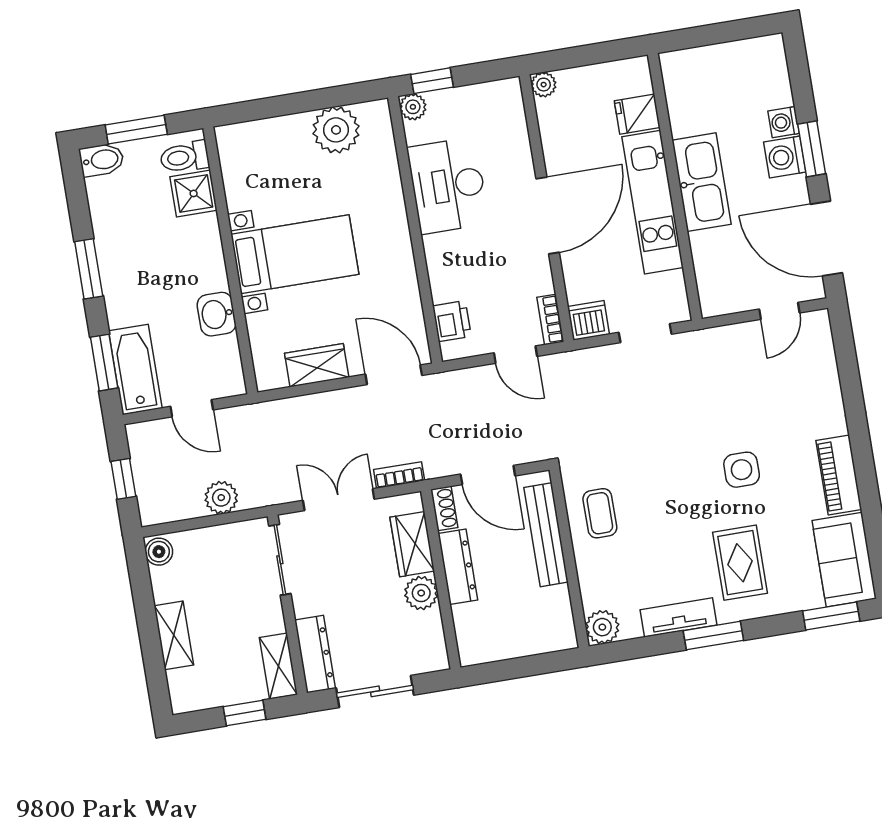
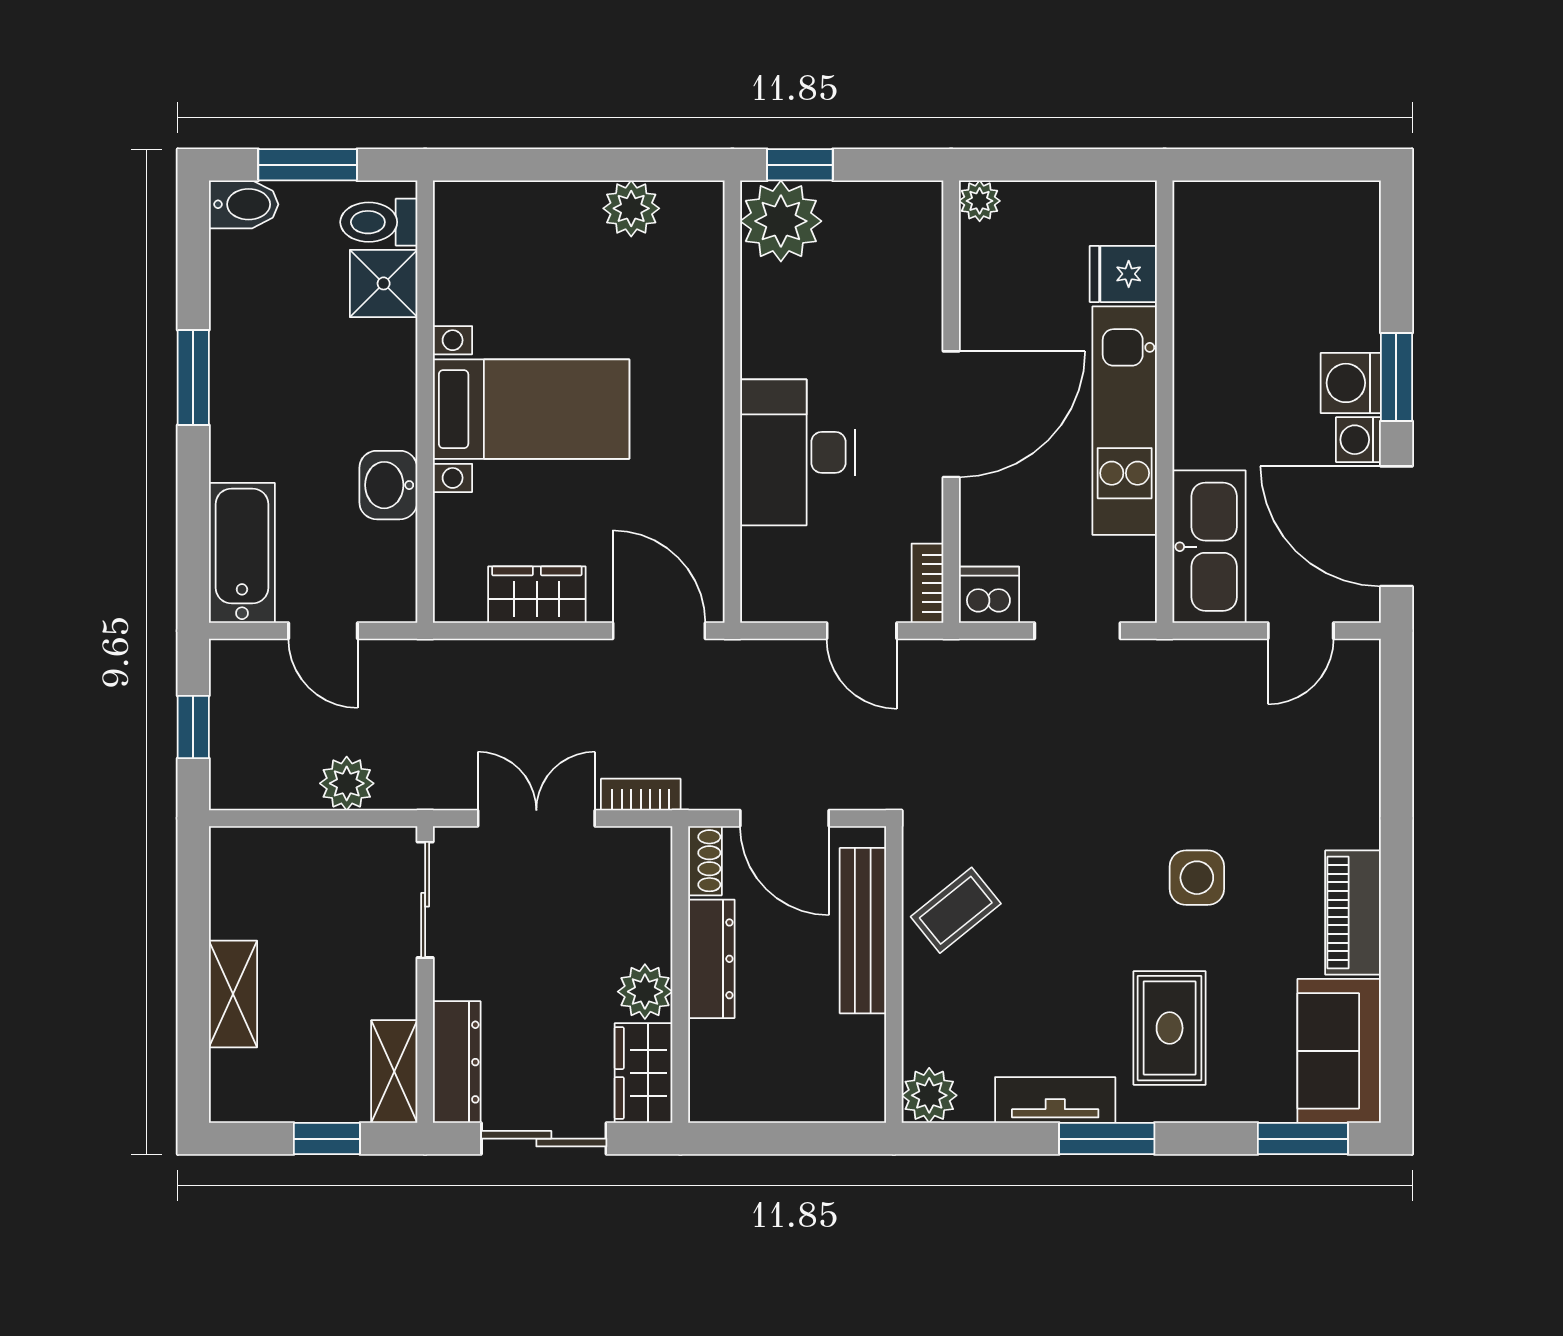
plant: (413, 107) -> (781, 221), width x1.87, depth x1.87
washing machine: (784, 122) -> (1358, 440), moved
plant: (336, 130) -> (631, 208), width x0.73, depth x0.73
kitchen sink: (701, 182) -> (1209, 547), moved
desk: (448, 186) -> (798, 452), moved
printer: (452, 321) -> (767, 560), removed
window: (104, 363) -> (193, 533), removed
coffee table: (600, 513) -> (956, 910), turned 51
wardrobe: (412, 544) -> (644, 1073), moved
boiler: (159, 552) -> (231, 854), removed

